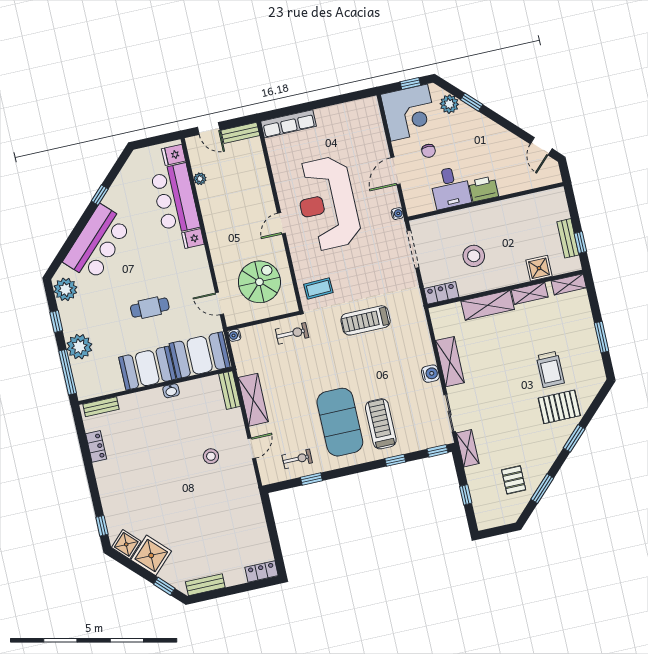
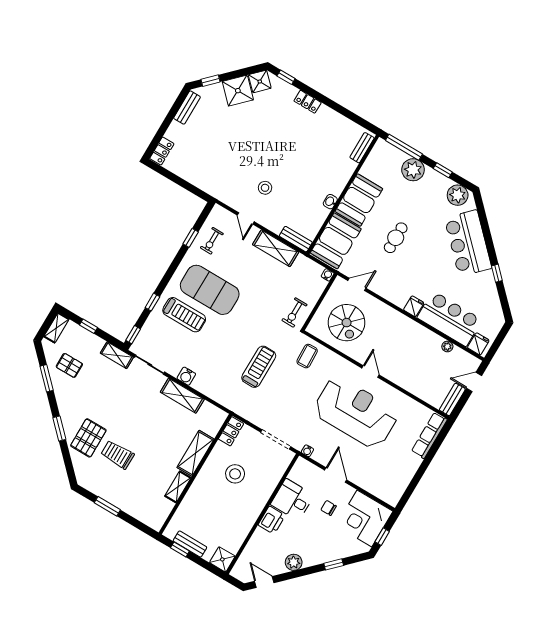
plant: (449, 104) -> (294, 562), moved
shower: (539, 268) -> (222, 559), moved
shelving: (569, 284) -> (56, 328), moved
locker: (96, 446) -> (308, 102), moved

